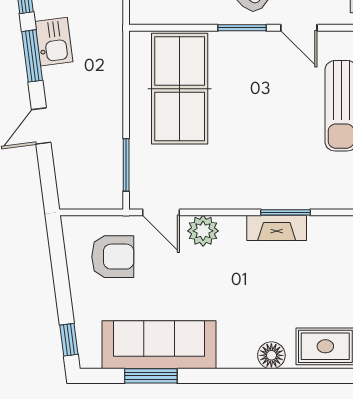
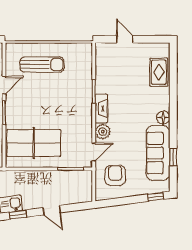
window: (32, 56) -> (18, 215), width x0.67
fireplace: (277, 228) -> (101, 108), moved
floor lamp: (271, 355) -> (163, 118), moved
window: (151, 376) -> (173, 157), width x0.67

